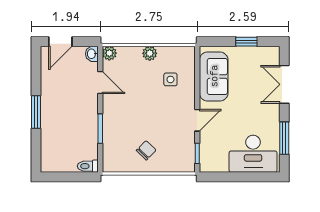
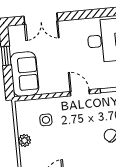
sofa: (214, 76) -> (24, 74), moved, turned 90
window: (284, 138) -> (88, 14), removed

